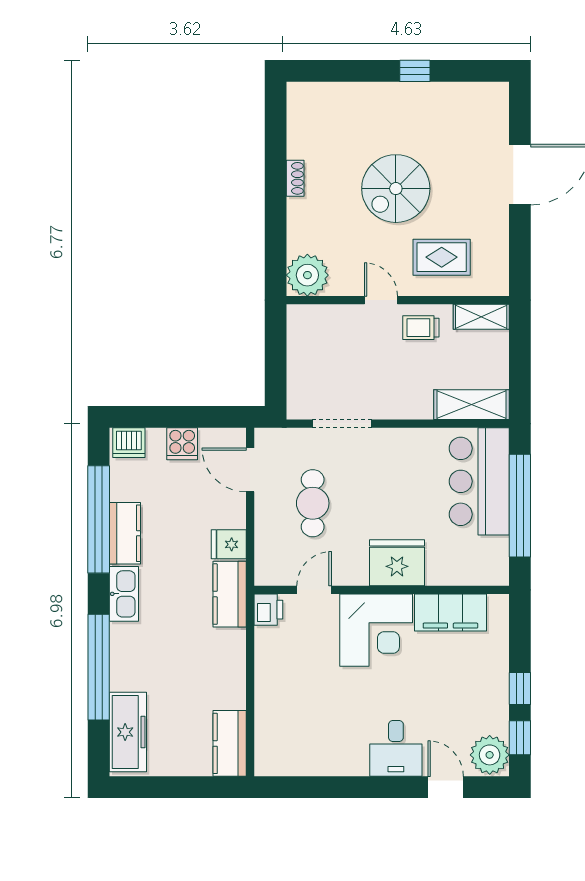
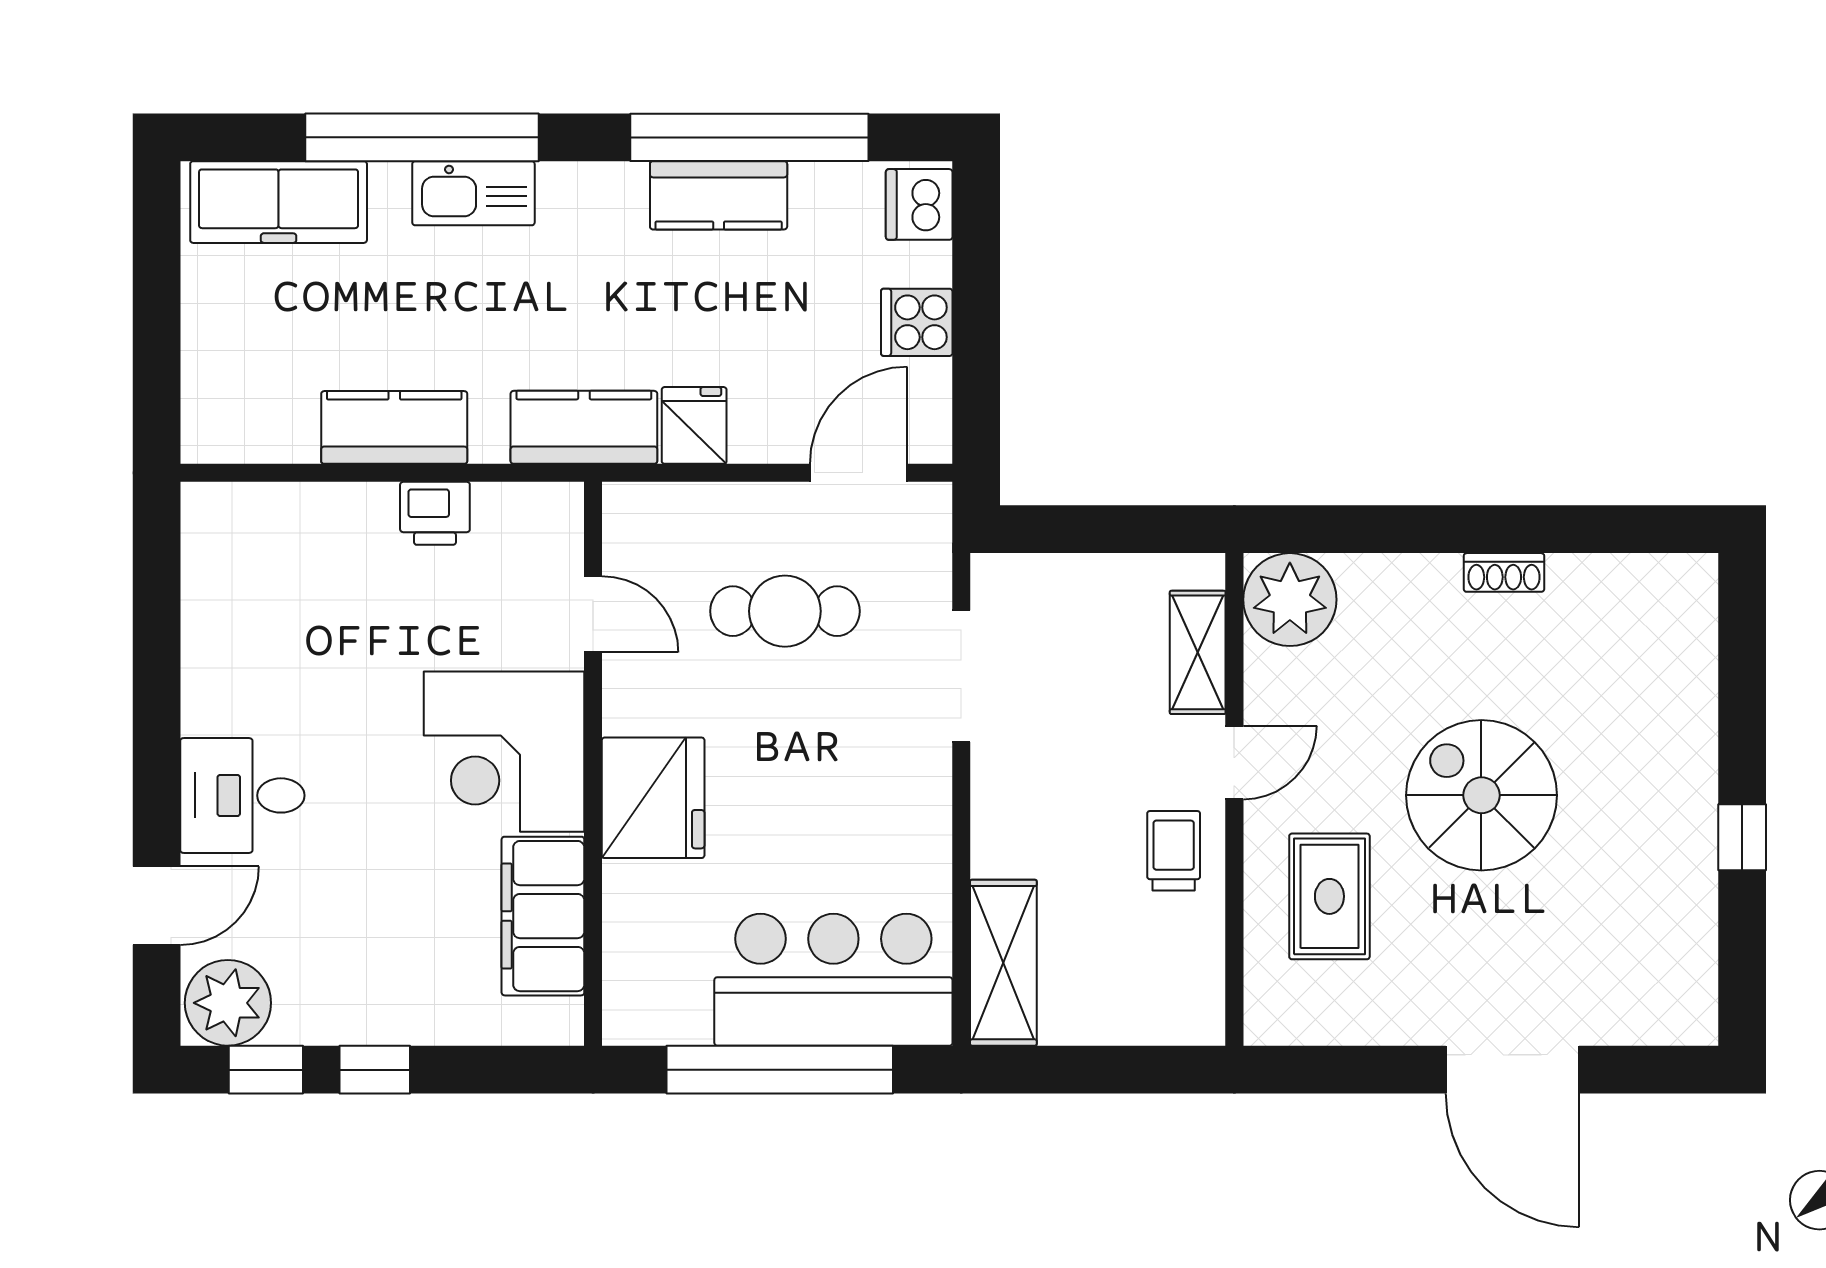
shelving: (481, 317) -> (1198, 652), moved
kitchen sink: (124, 594) -> (473, 193), moved
printer: (268, 610) -> (435, 513), moved
kitchen counter: (230, 743) -> (394, 427), moved

